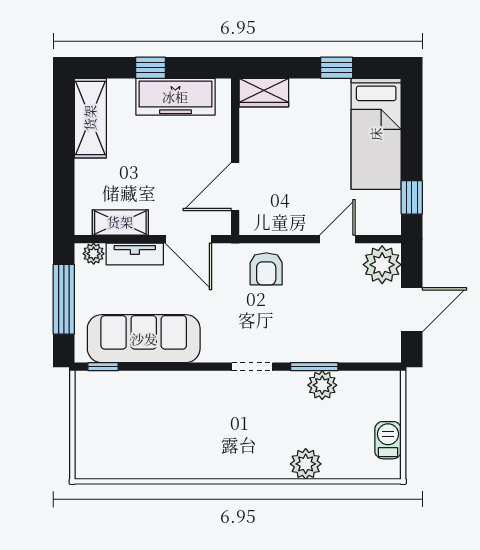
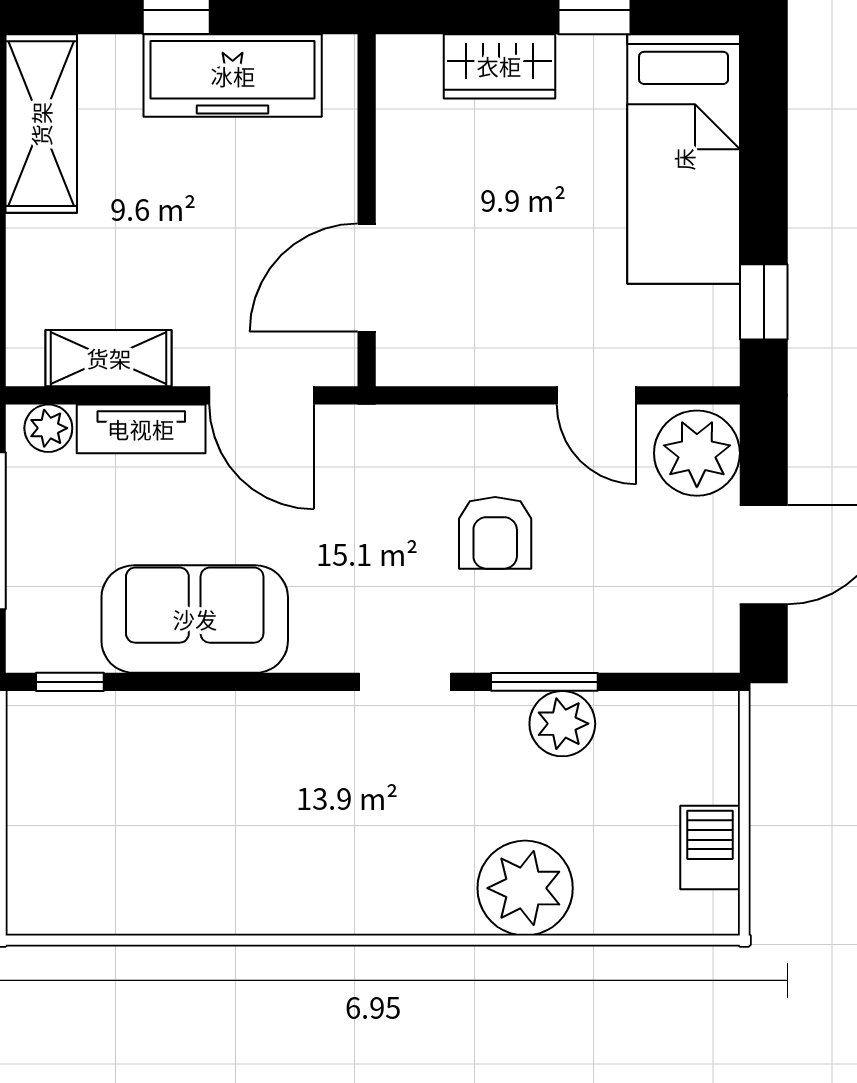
wardrobe: (264, 93) -> (499, 66), moved
door: (337, 239) -> (597, 395), swing flipped
armchair: (266, 269) -> (495, 533), moved
sofa: (144, 339) -> (195, 619), width x0.73
plant: (306, 464) -> (525, 888), width x1.36, depth x1.36

